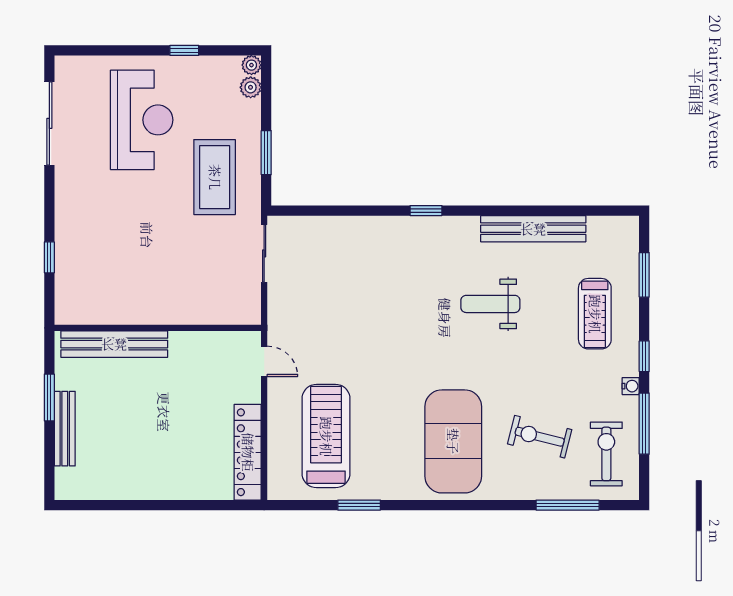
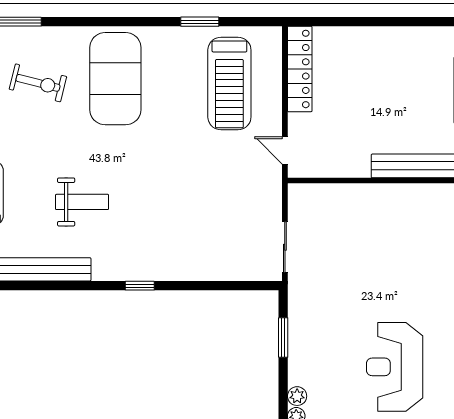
coffee table: (215, 177) -> (329, 316), removed

